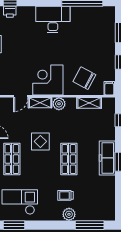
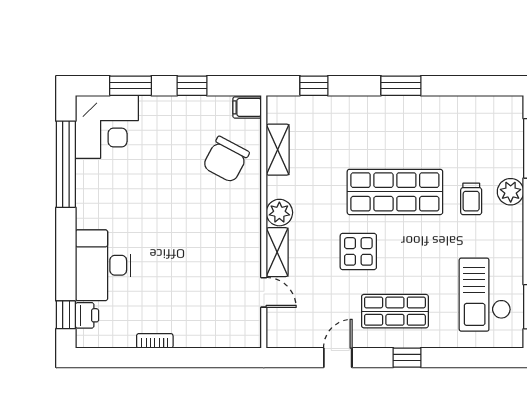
desk: (53, 19) -> (103, 265), moved
corner desk: (48, 80) -> (107, 127), moved, turned -90
freezer: (107, 158) -> (393, 112), removed
shop shelf: (69, 159) -> (395, 192), width x1.43, depth x1.36

